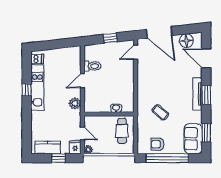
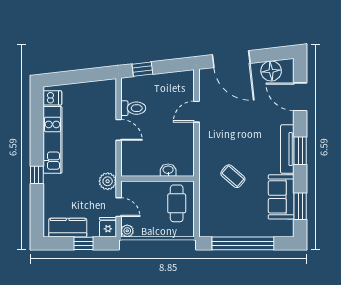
window: (110, 38) -> (142, 69), moved
door: (136, 52) -> (197, 112), moved
door: (82, 81) -> (119, 130), swing flipped
window: (27, 90) -> (37, 175), moved
plant: (75, 103) -> (108, 181), moved
sofa: (193, 139) -> (281, 197), moved
armchair: (158, 144) -> (229, 223), removed

